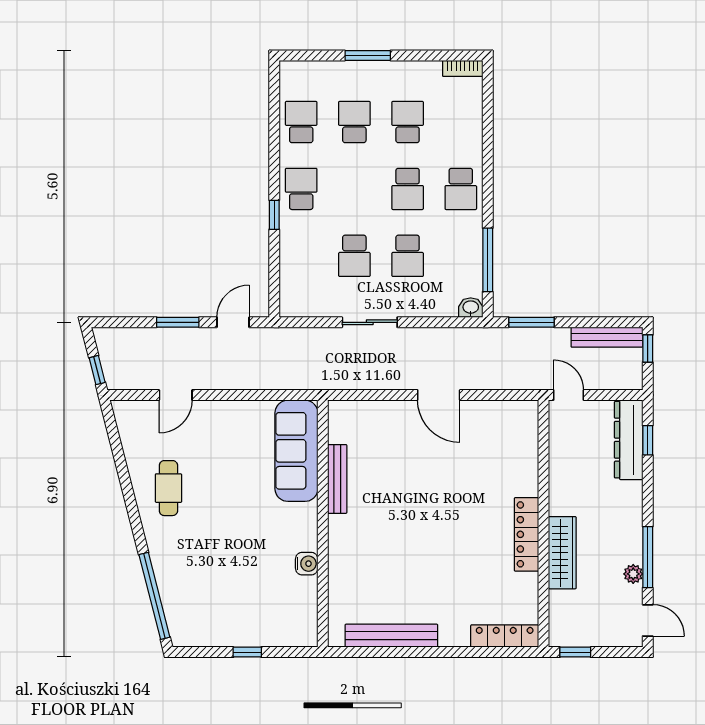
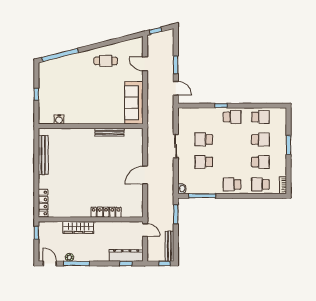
school desk: (408, 189) -> (260, 184), moved
door: (568, 395) -> (145, 230), hinge flipped
sofa: (296, 451) -> (134, 103), moved, turned -90
locker: (526, 534) -> (106, 212), moved
water cooler: (307, 564) -> (59, 119), moved
door: (648, 620) -> (50, 263), swing flipped

